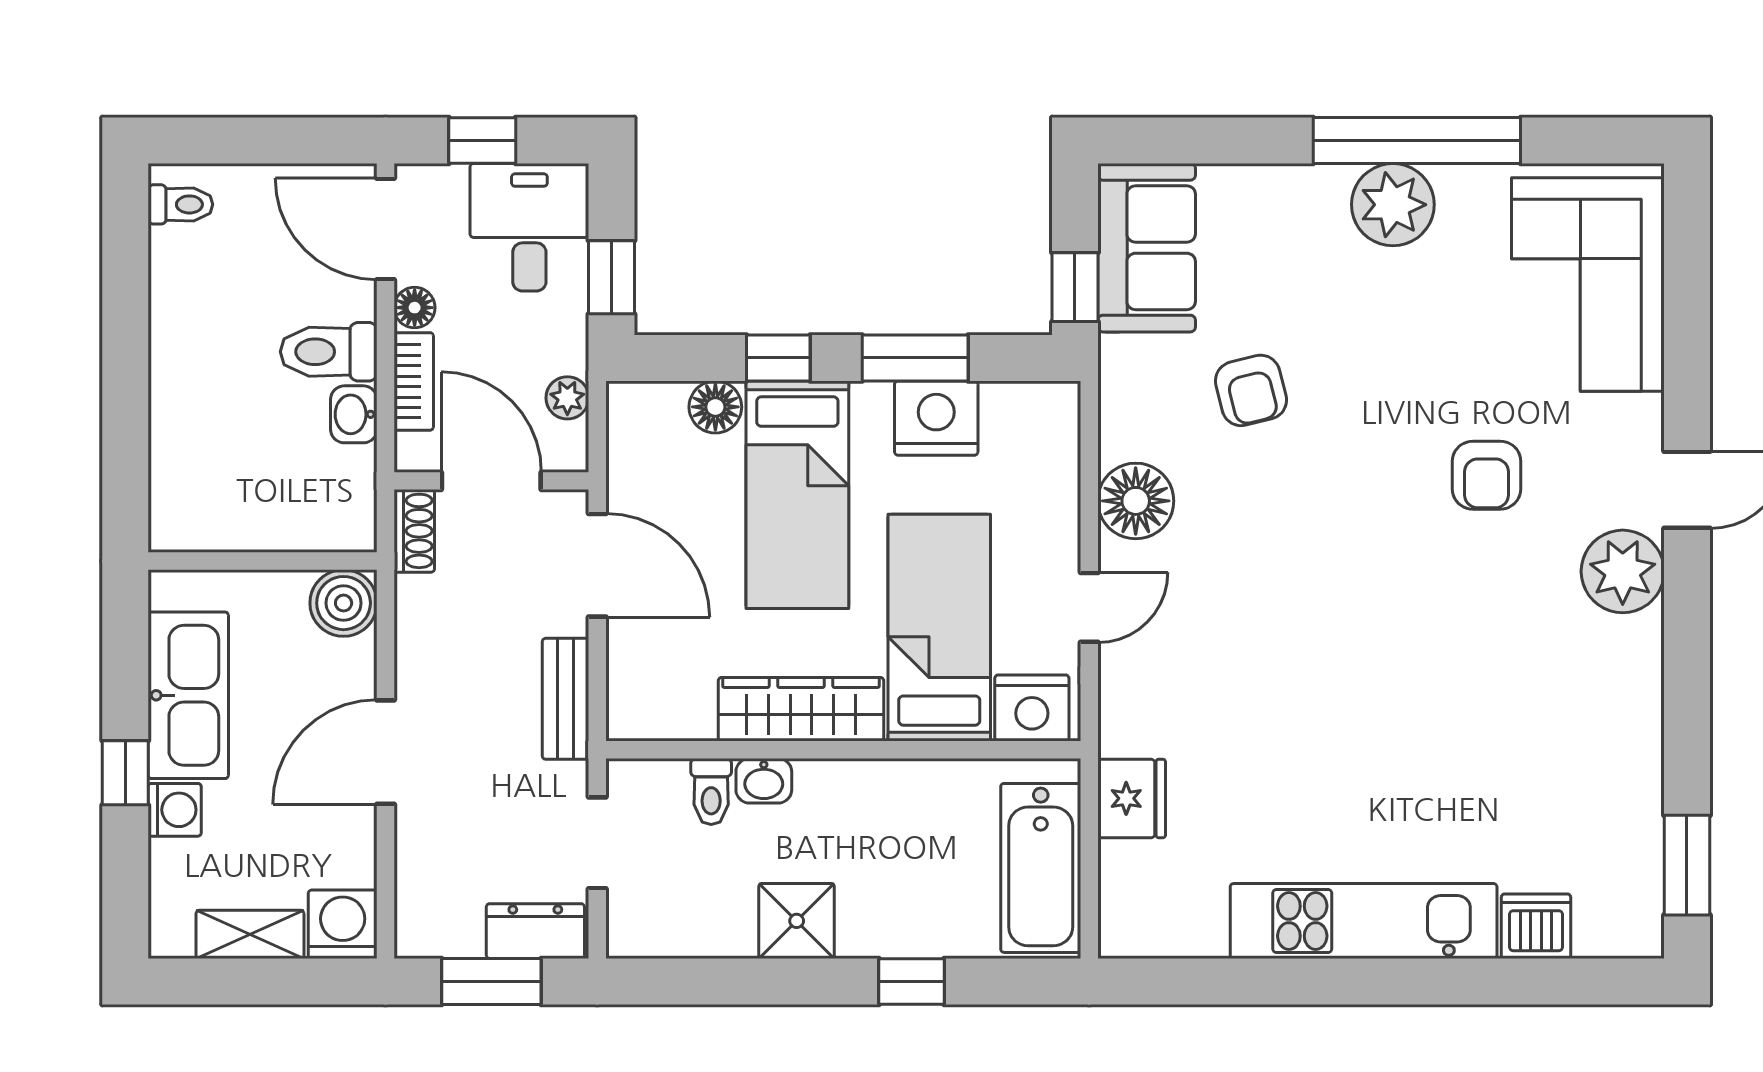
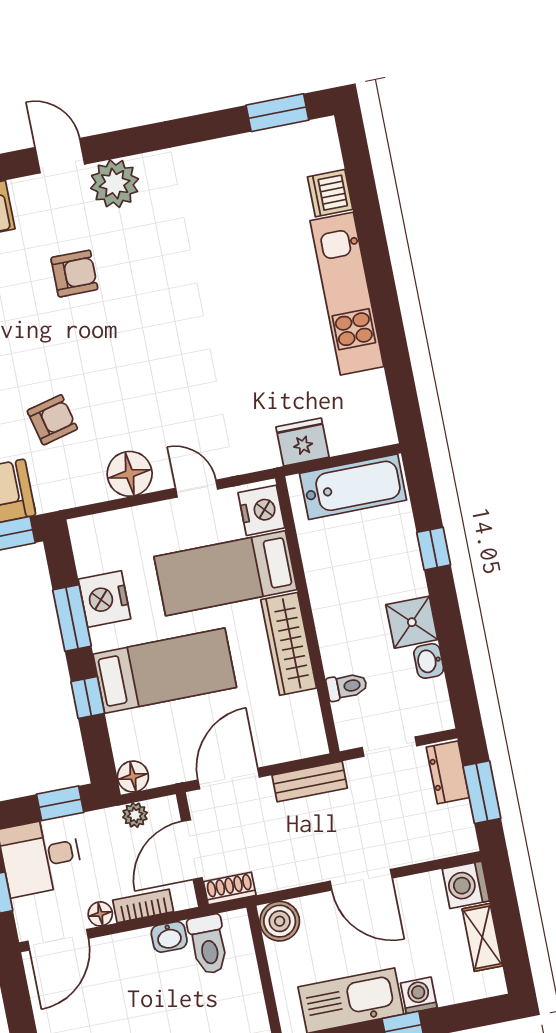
toilet: (329, 352) -> (208, 944), moved
floor lamp: (715, 407) -> (133, 777), moved
washbasin: (764, 781) -> (429, 661), moved, turned 180

